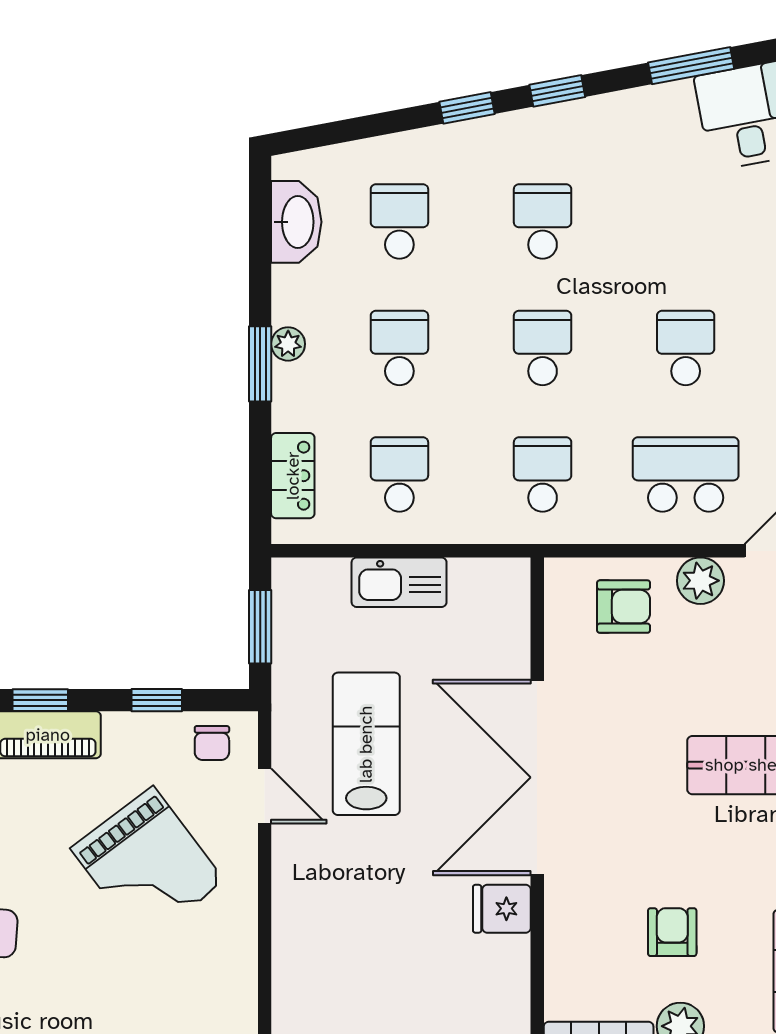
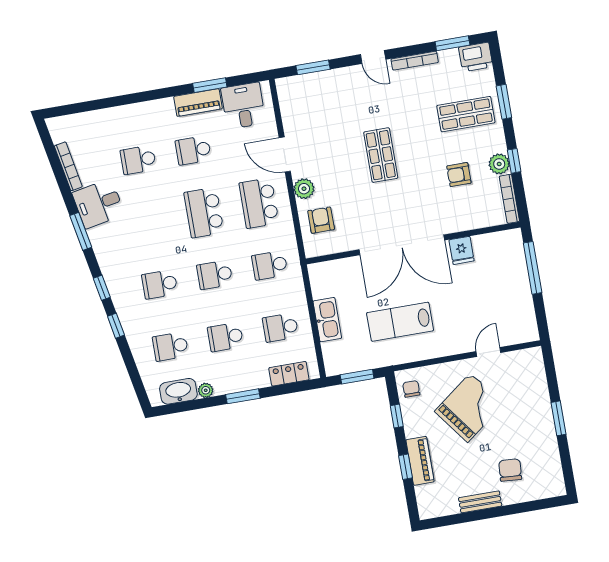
plant: (288, 344) -> (206, 390), moved
school desk: (686, 348) -> (204, 213), width x1.85
chair: (212, 743) -> (411, 389), turned -90
door: (265, 796) -> (488, 352), moved

